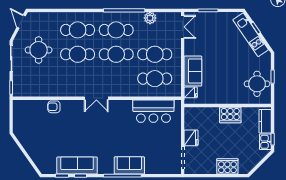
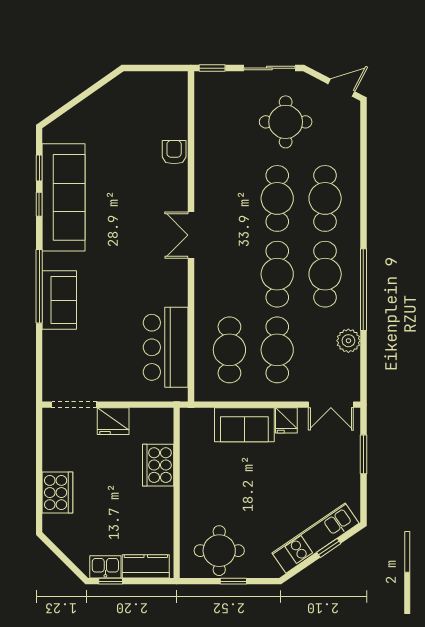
fridge: (191, 92) -> (286, 420), moved
cooker: (230, 115) -> (158, 465), moved
sofa: (77, 165) -> (64, 197), width x1.36, depth x1.27

